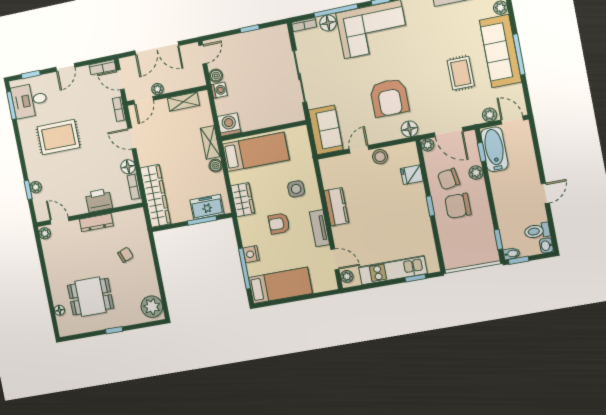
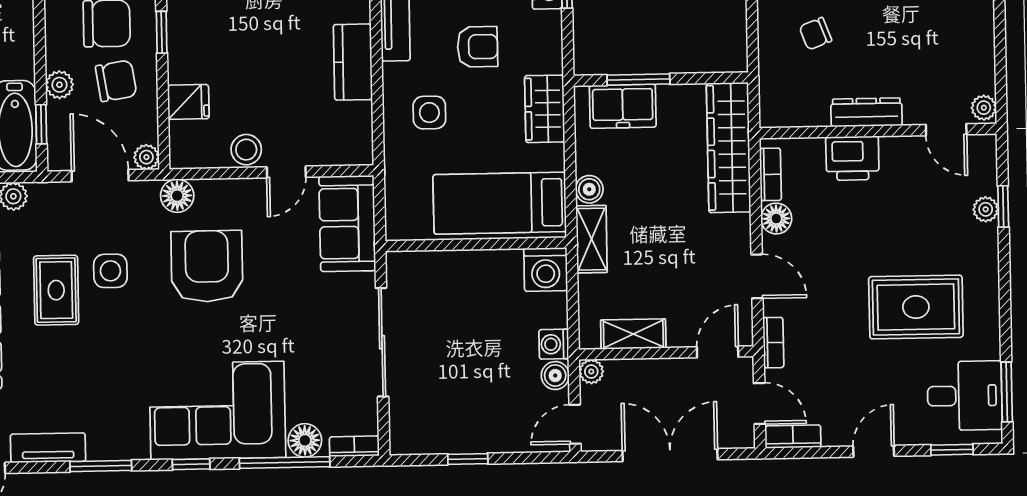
side table: (436, 87) -> (110, 271), added
plant: (157, 89) -> (591, 372), moved

